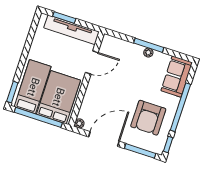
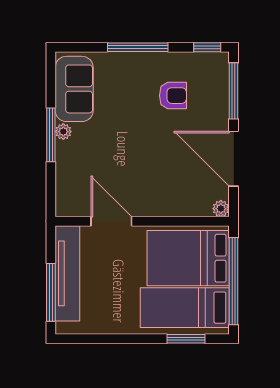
window: (64, 18) -> (51, 292), width x1.44
sofa: (177, 77) -> (74, 89), moved, turned -90
window: (12, 92) -> (186, 339), moved
window: (180, 107) -> (138, 47), width x0.68
armchair: (148, 118) -> (173, 96), width x0.53, depth x0.53

